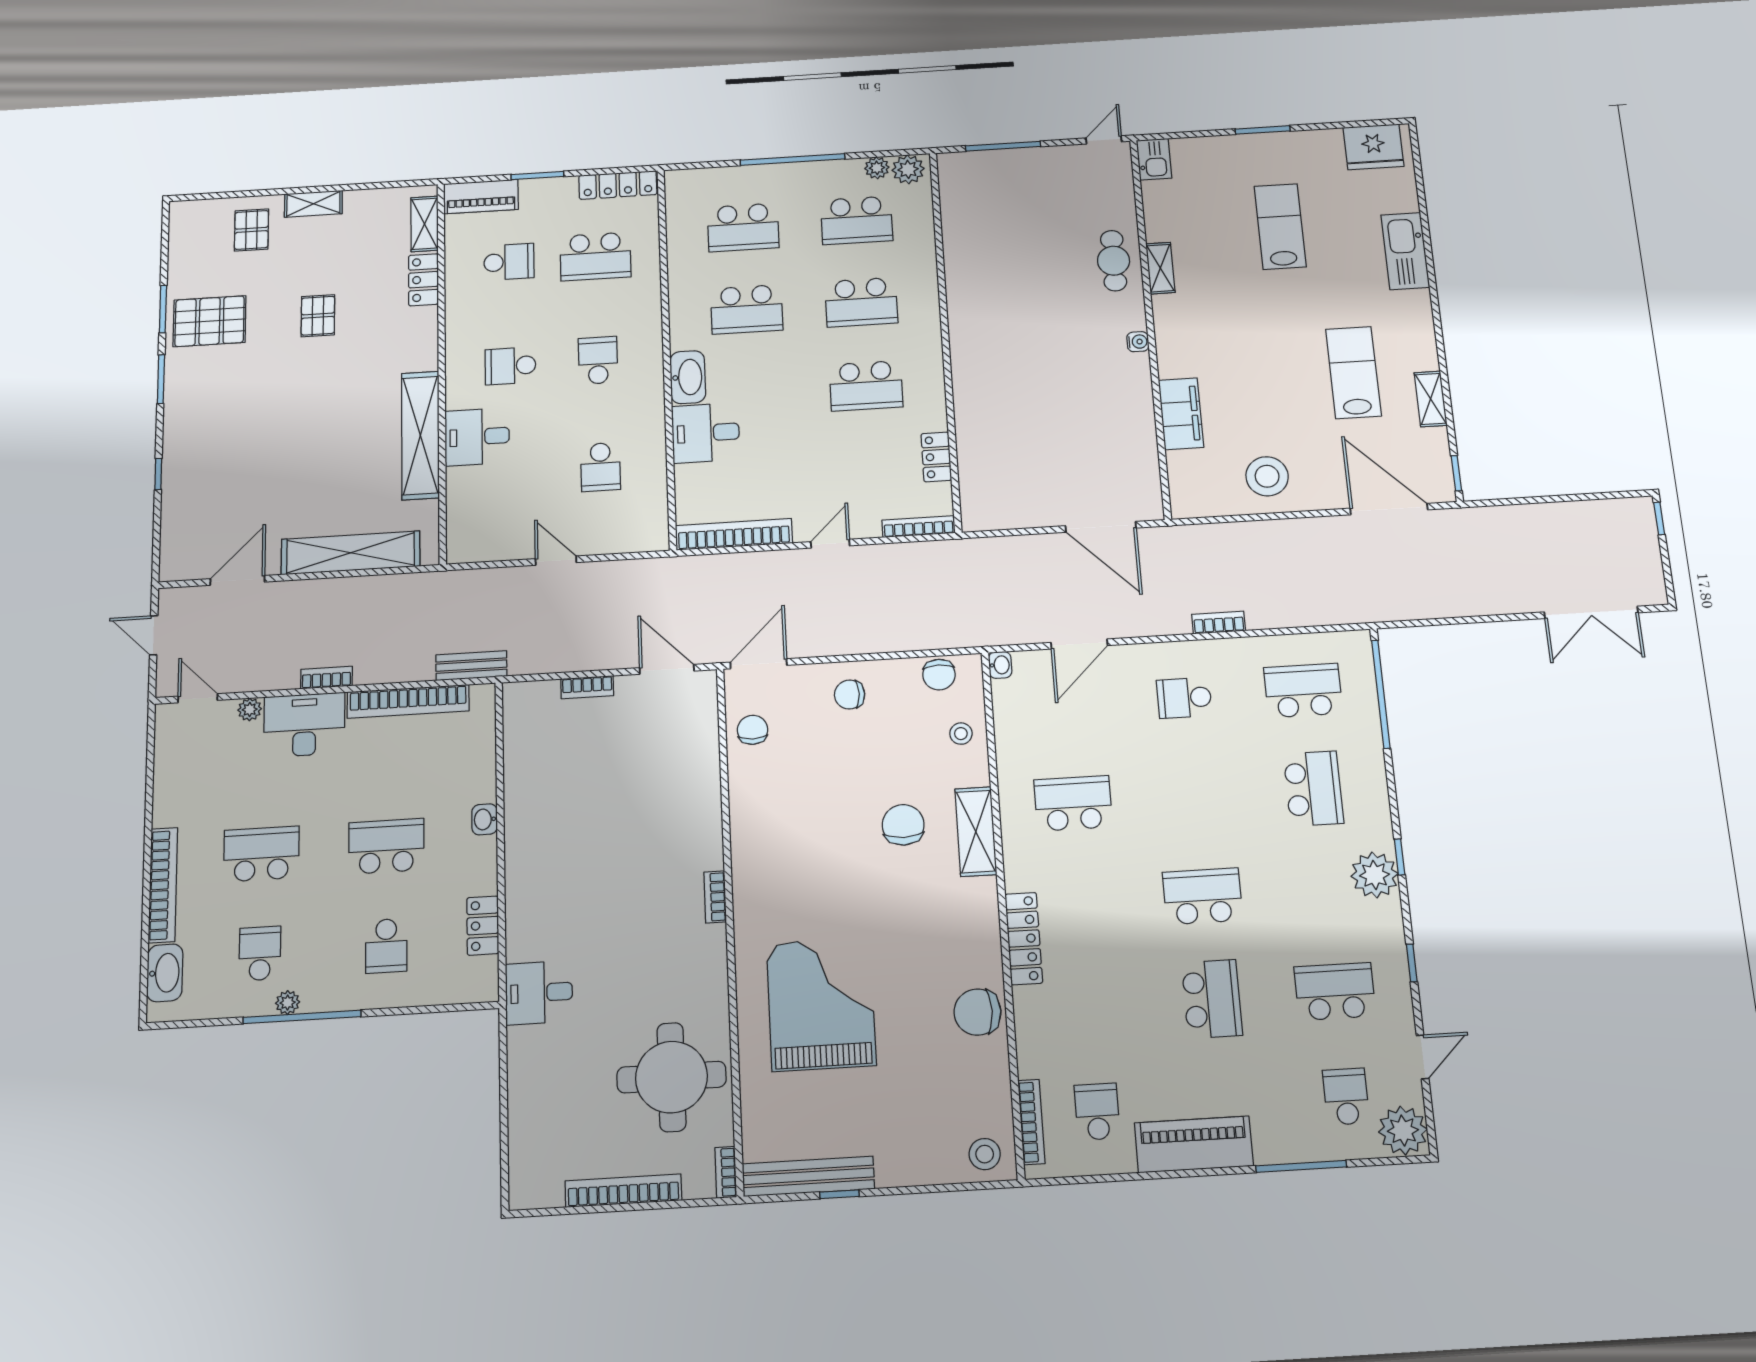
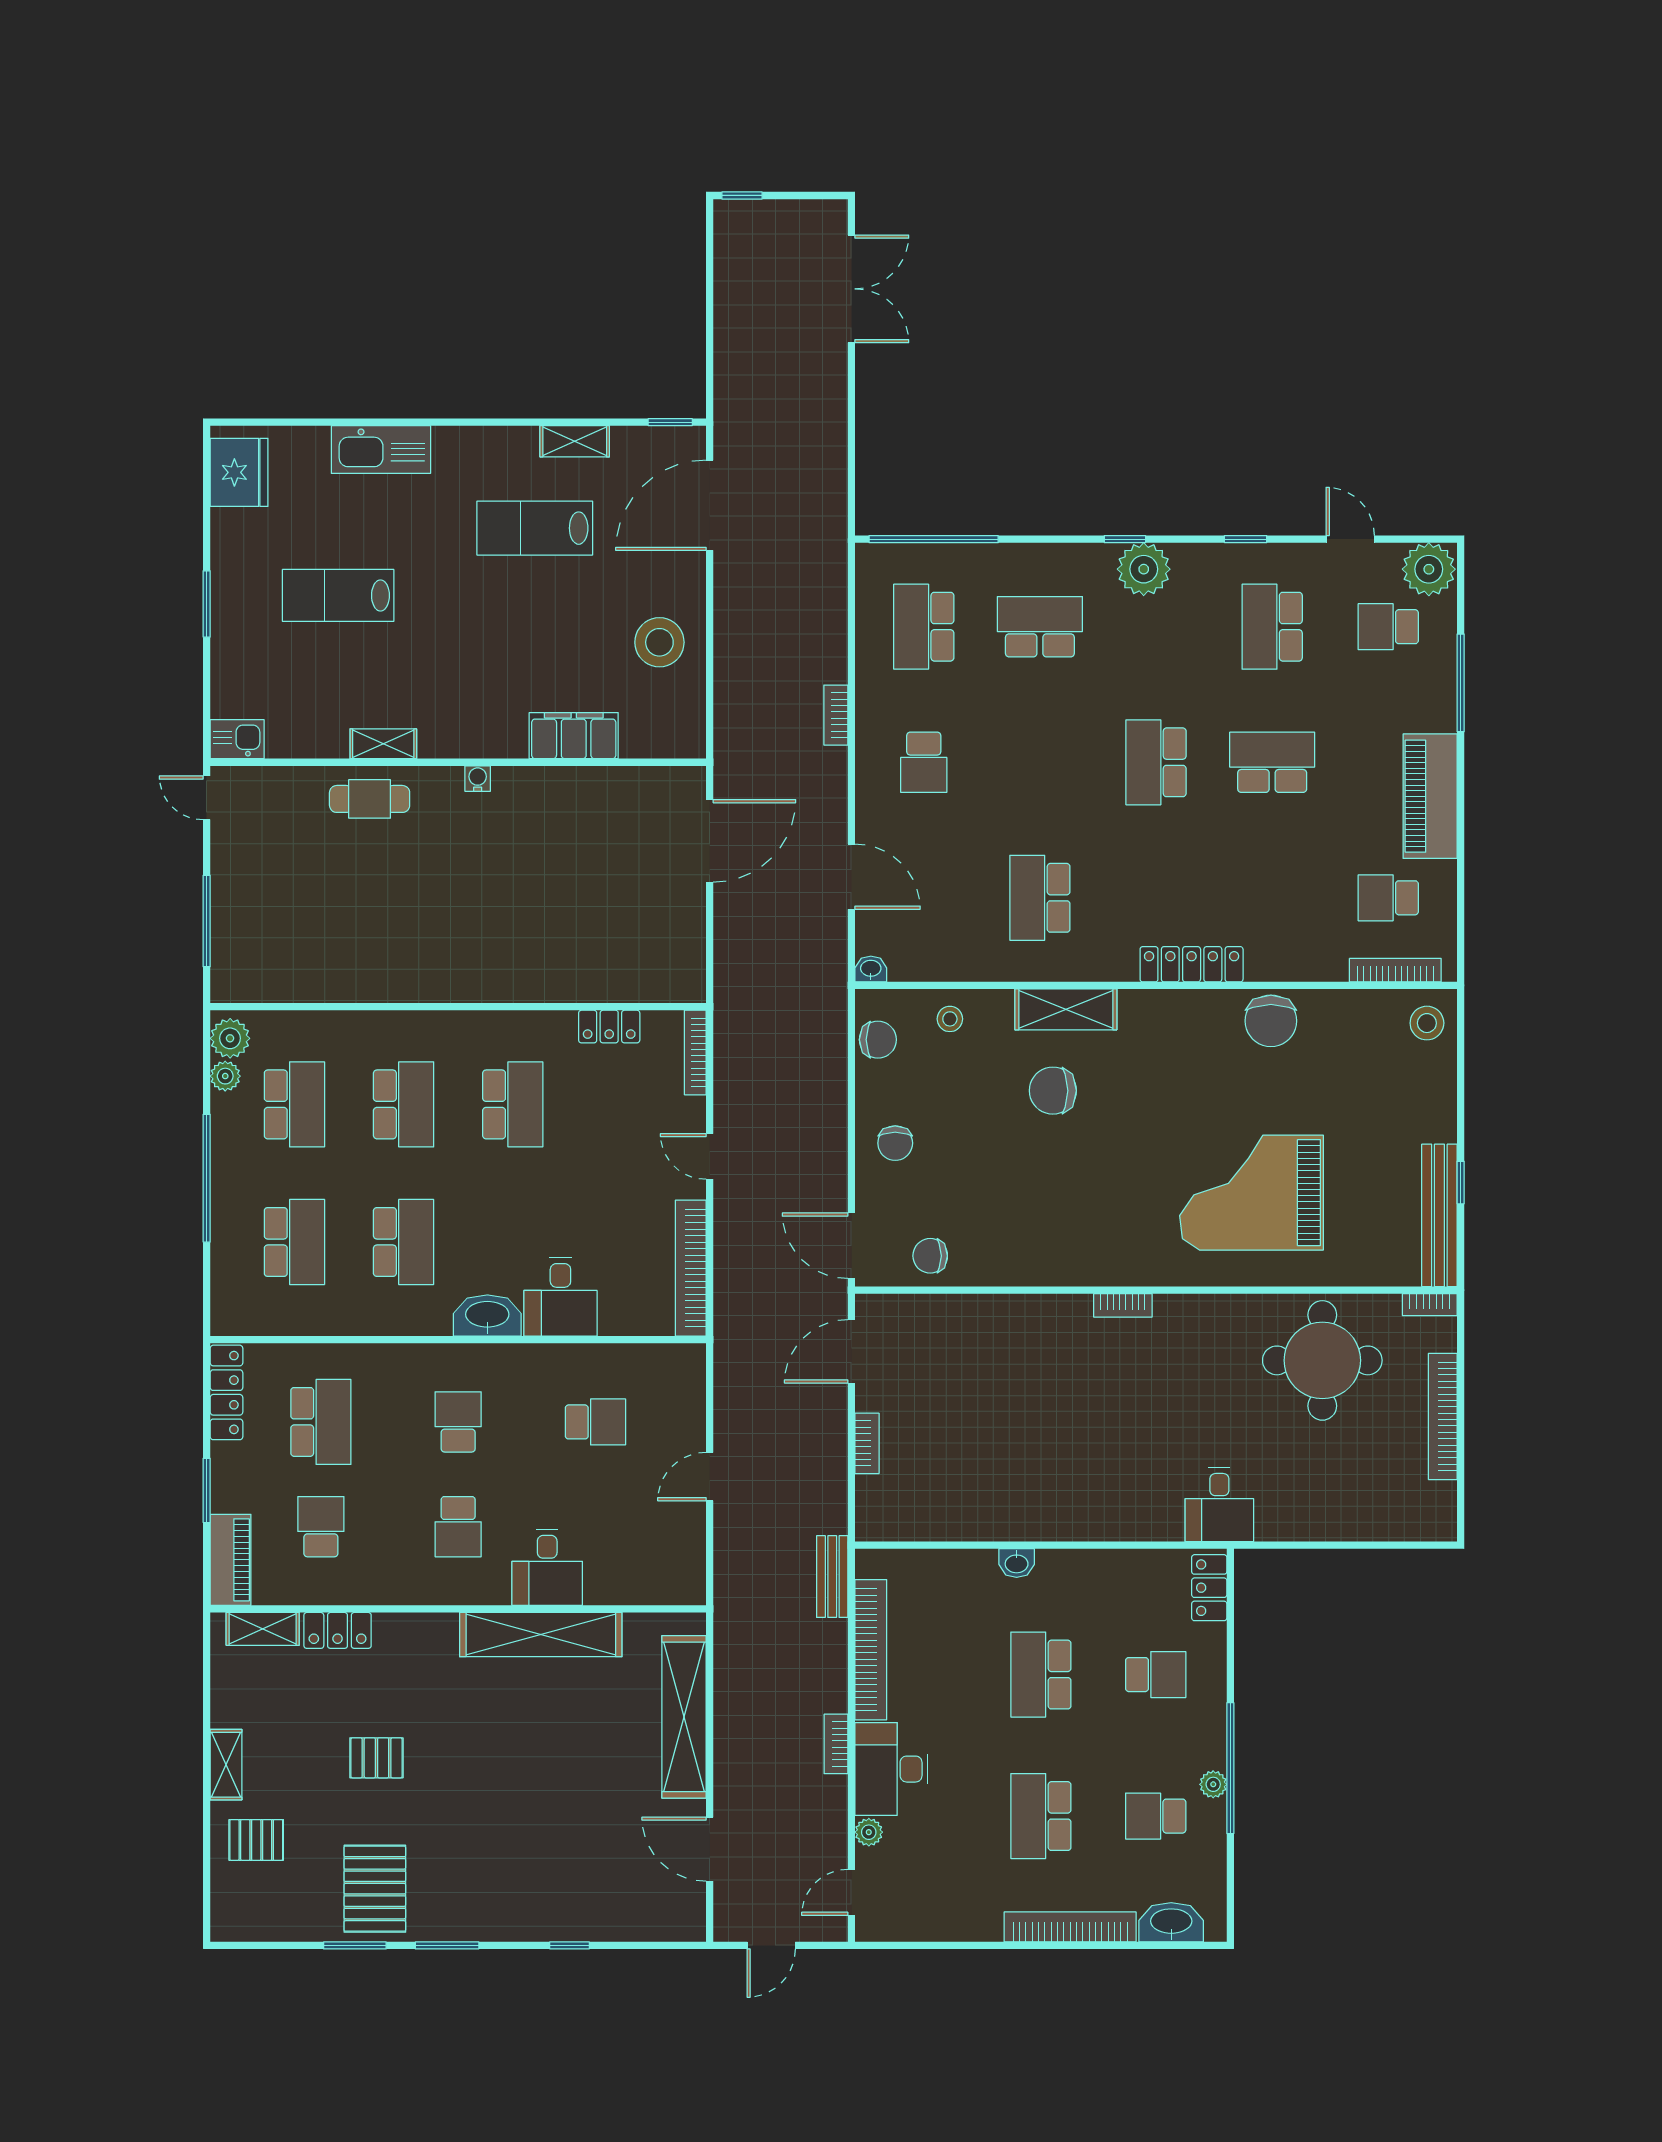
school desk: (598, 360) -> (458, 1422), turned 90
locker: (483, 926) -> (1209, 1588), moved, turned 90

